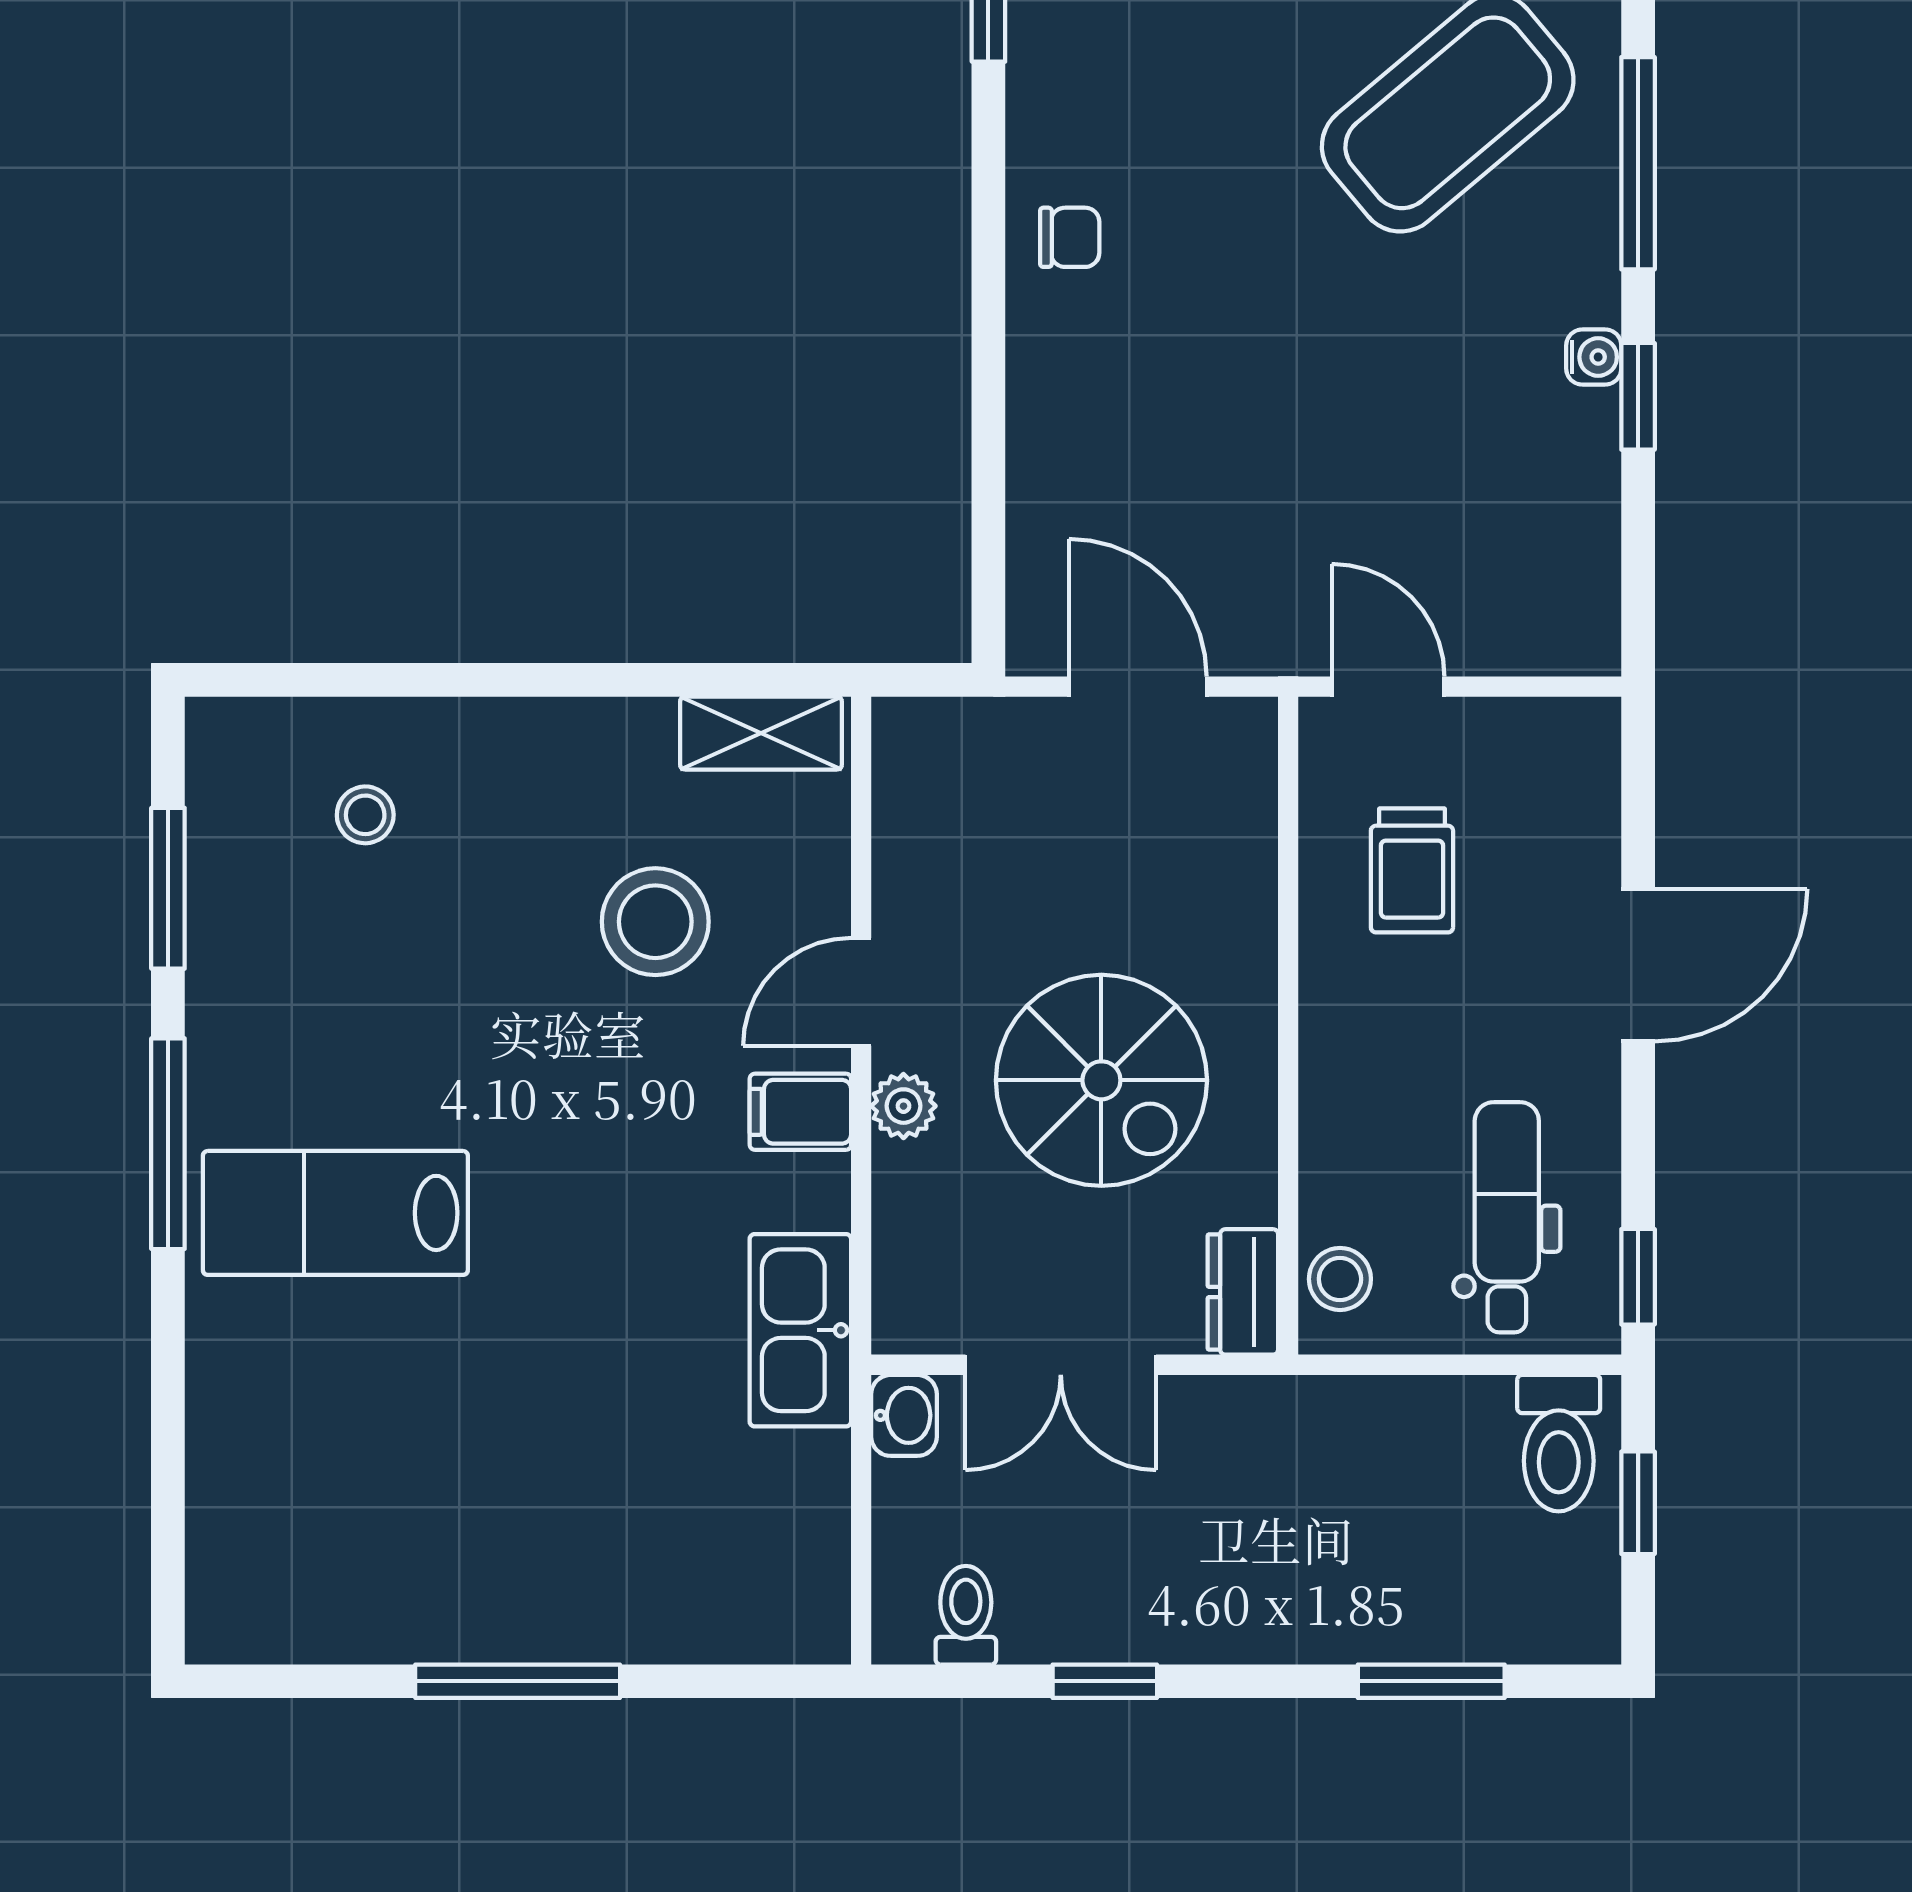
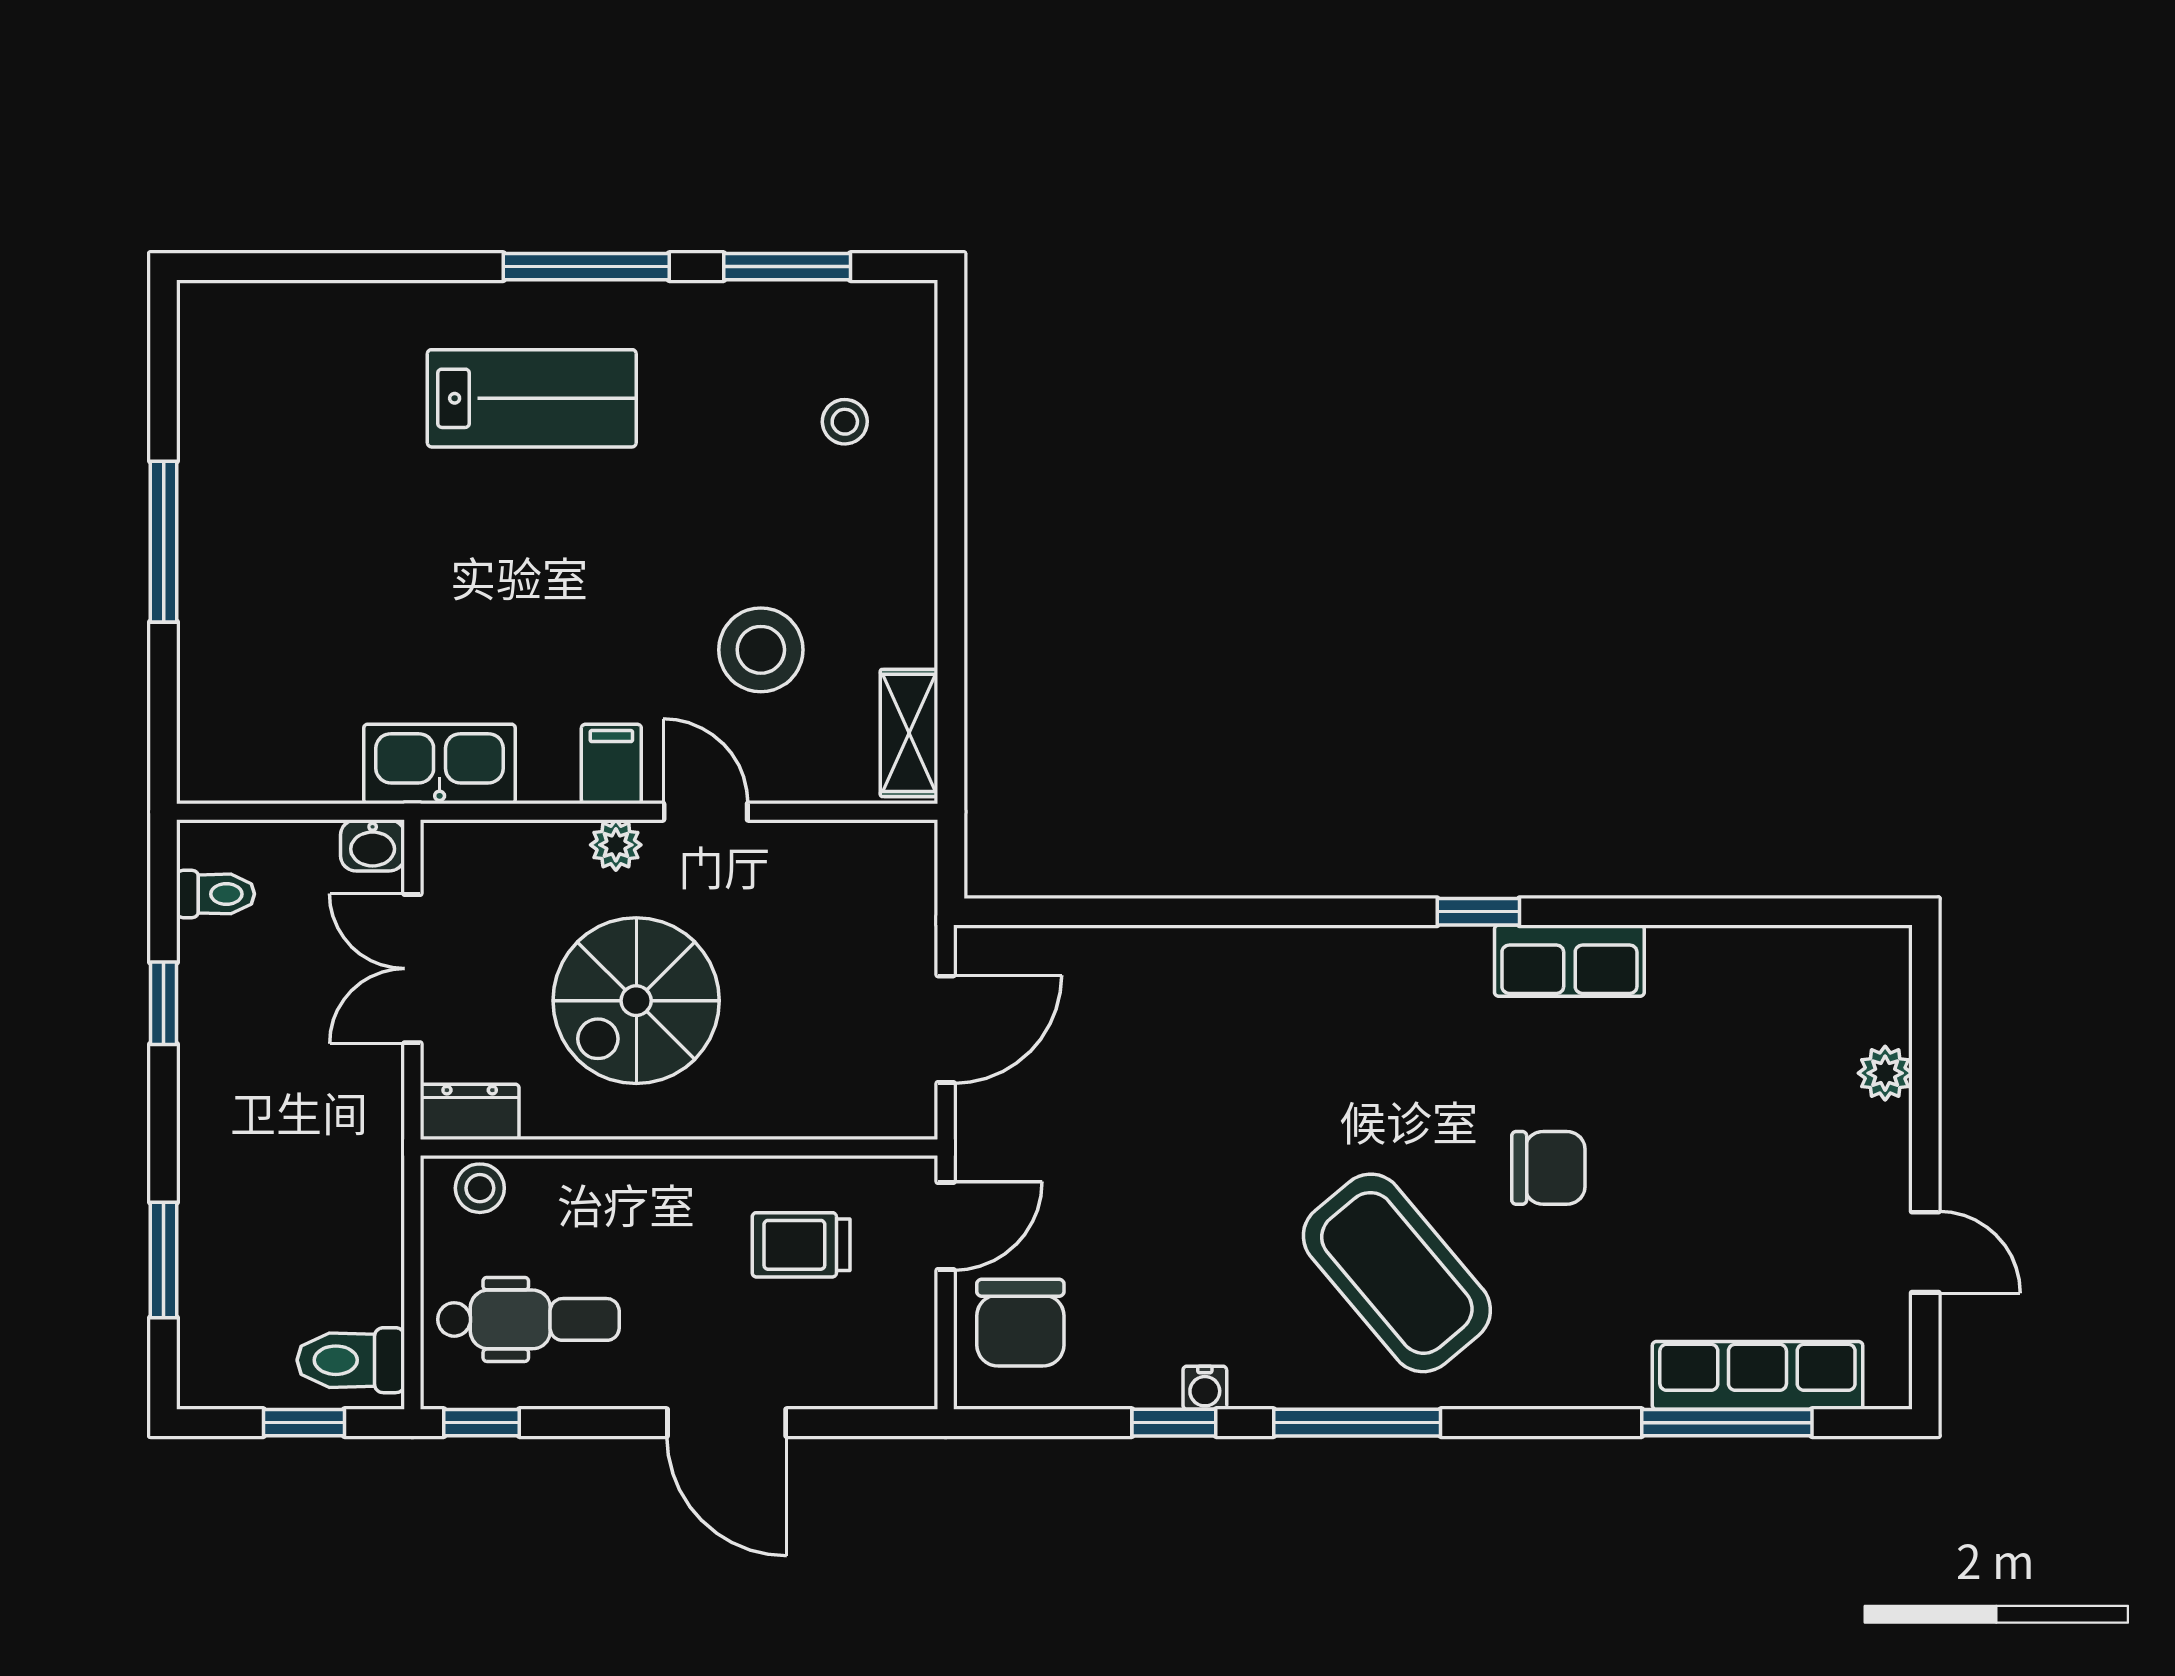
chair: (1070, 237) -> (1020, 1323), moved, width x1.87, depth x1.87
lab bench: (335, 1213) -> (532, 398), turned 90

